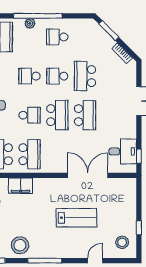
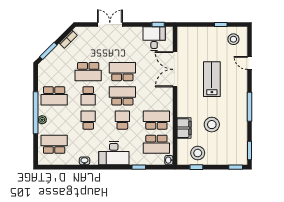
school desk: (57, 37) -> (54, 96), width x1.85
school desk: (30, 76) -> (88, 120), turned 180
stool: (20, 245) -> (212, 125), moved

